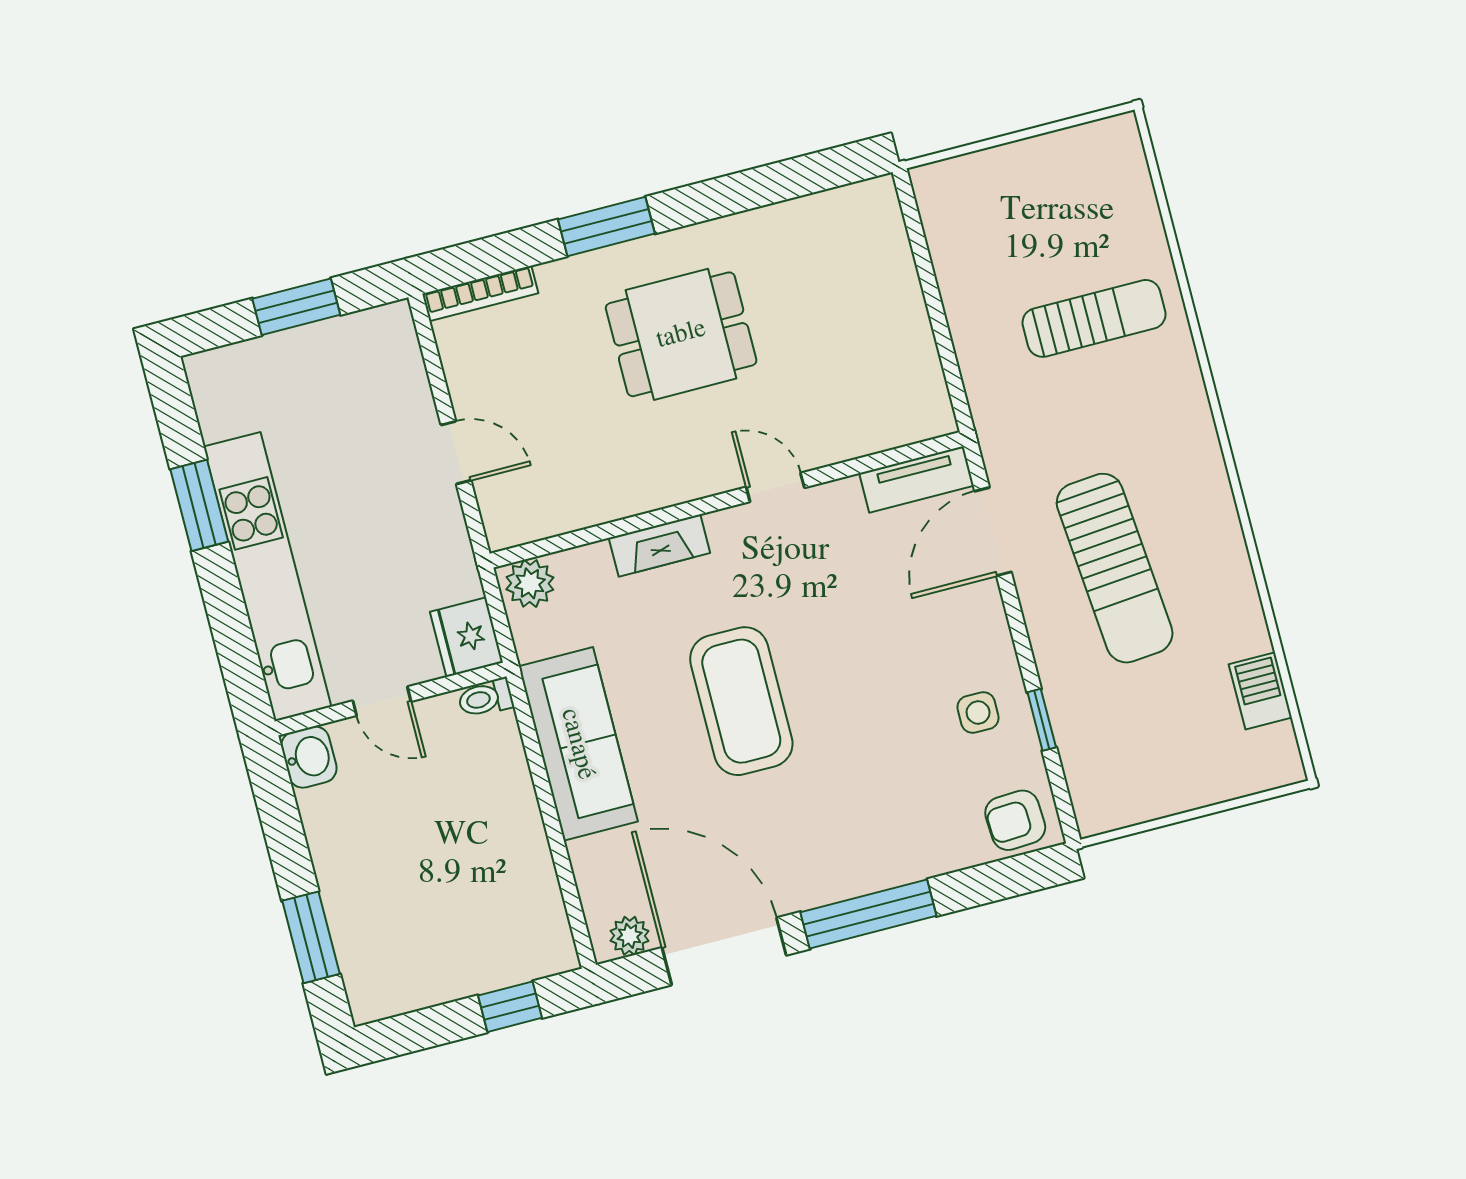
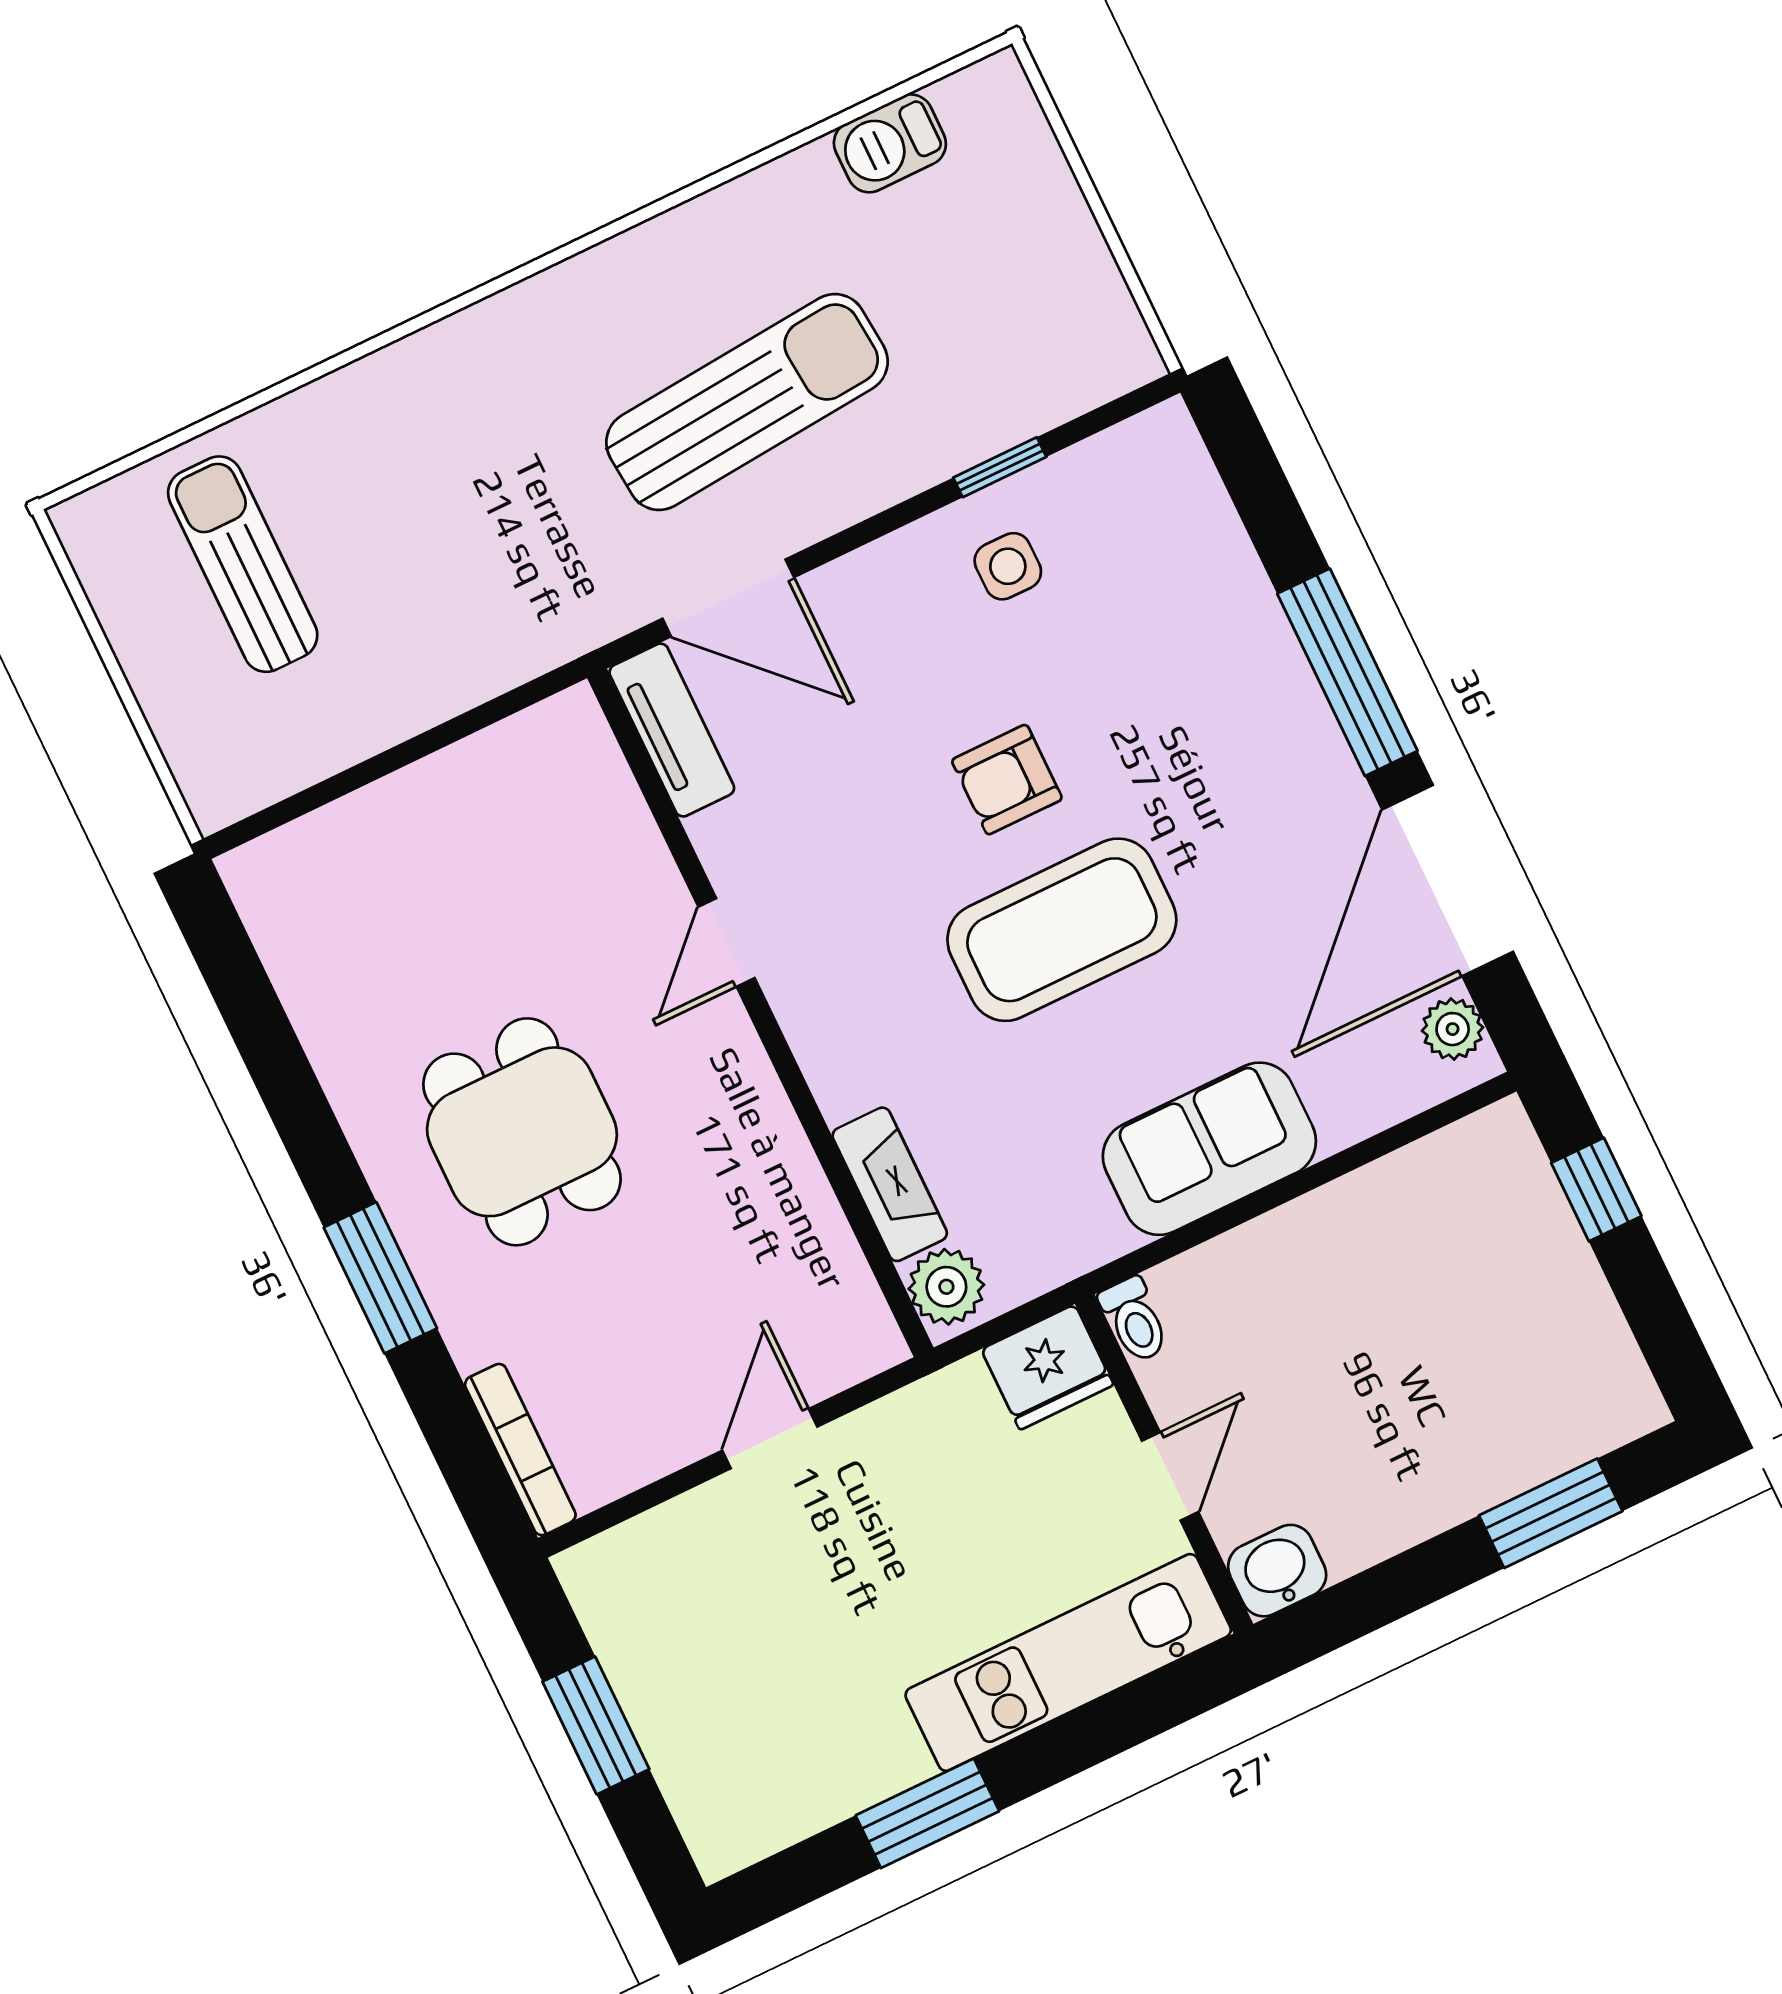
sun lounger: (1094, 318) -> (243, 564), moved
fireplace: (659, 545) -> (890, 1184), moved
kitchen unit: (267, 577) -> (1068, 1662), width x0.73
sofa: (578, 744) -> (1209, 1149), width x0.73
armchair: (1015, 820) -> (1007, 780), moved, turned 93

